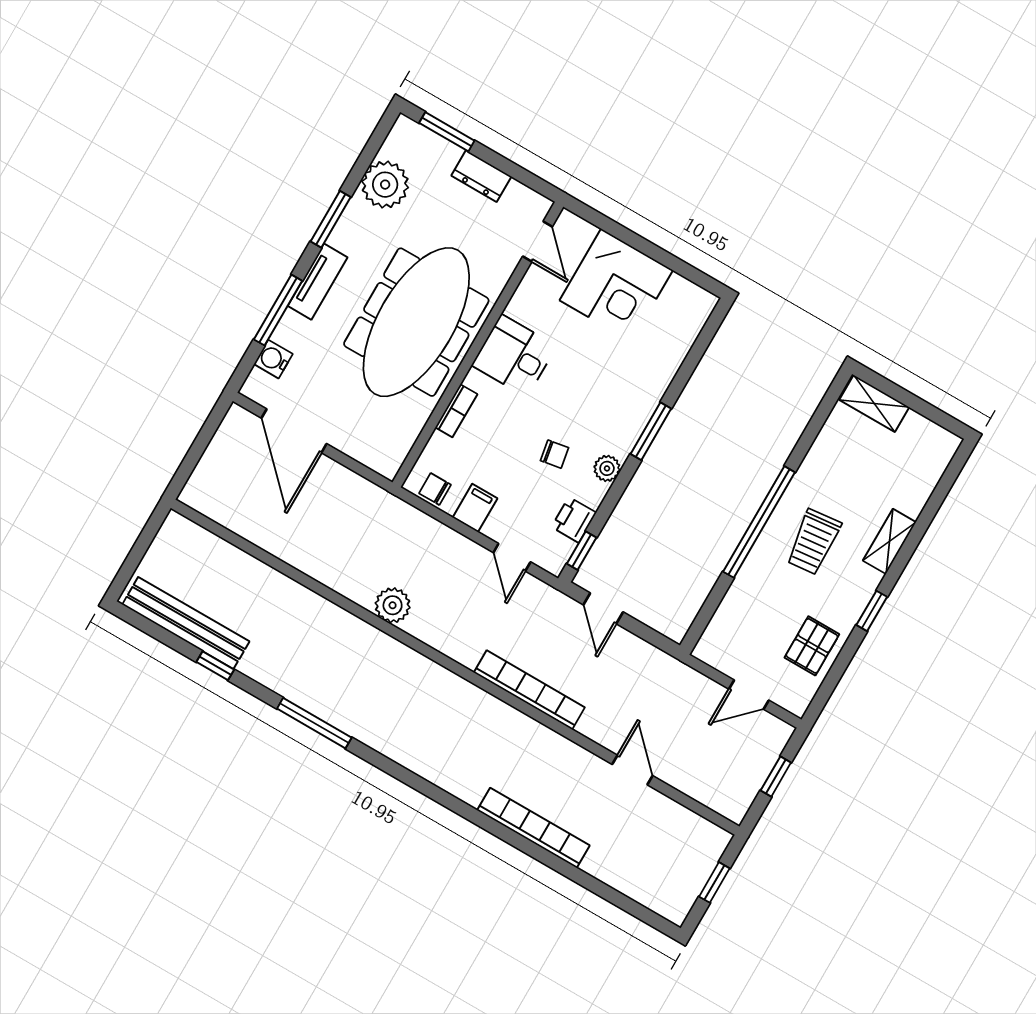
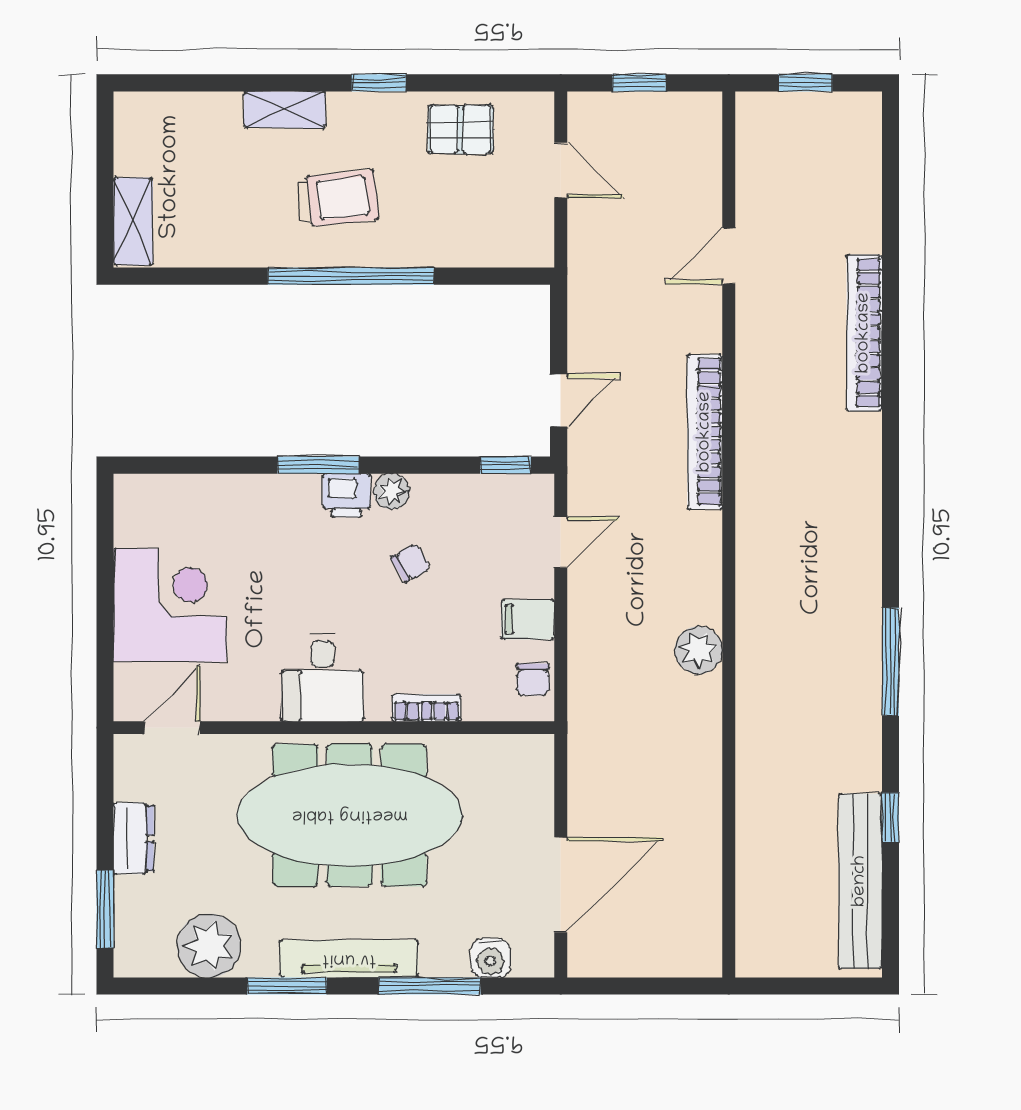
tv unit: (318, 282) -> (349, 959), width x1.41
chair: (555, 454) -> (411, 563), turned 70
printer: (574, 520) -> (346, 495), moved

